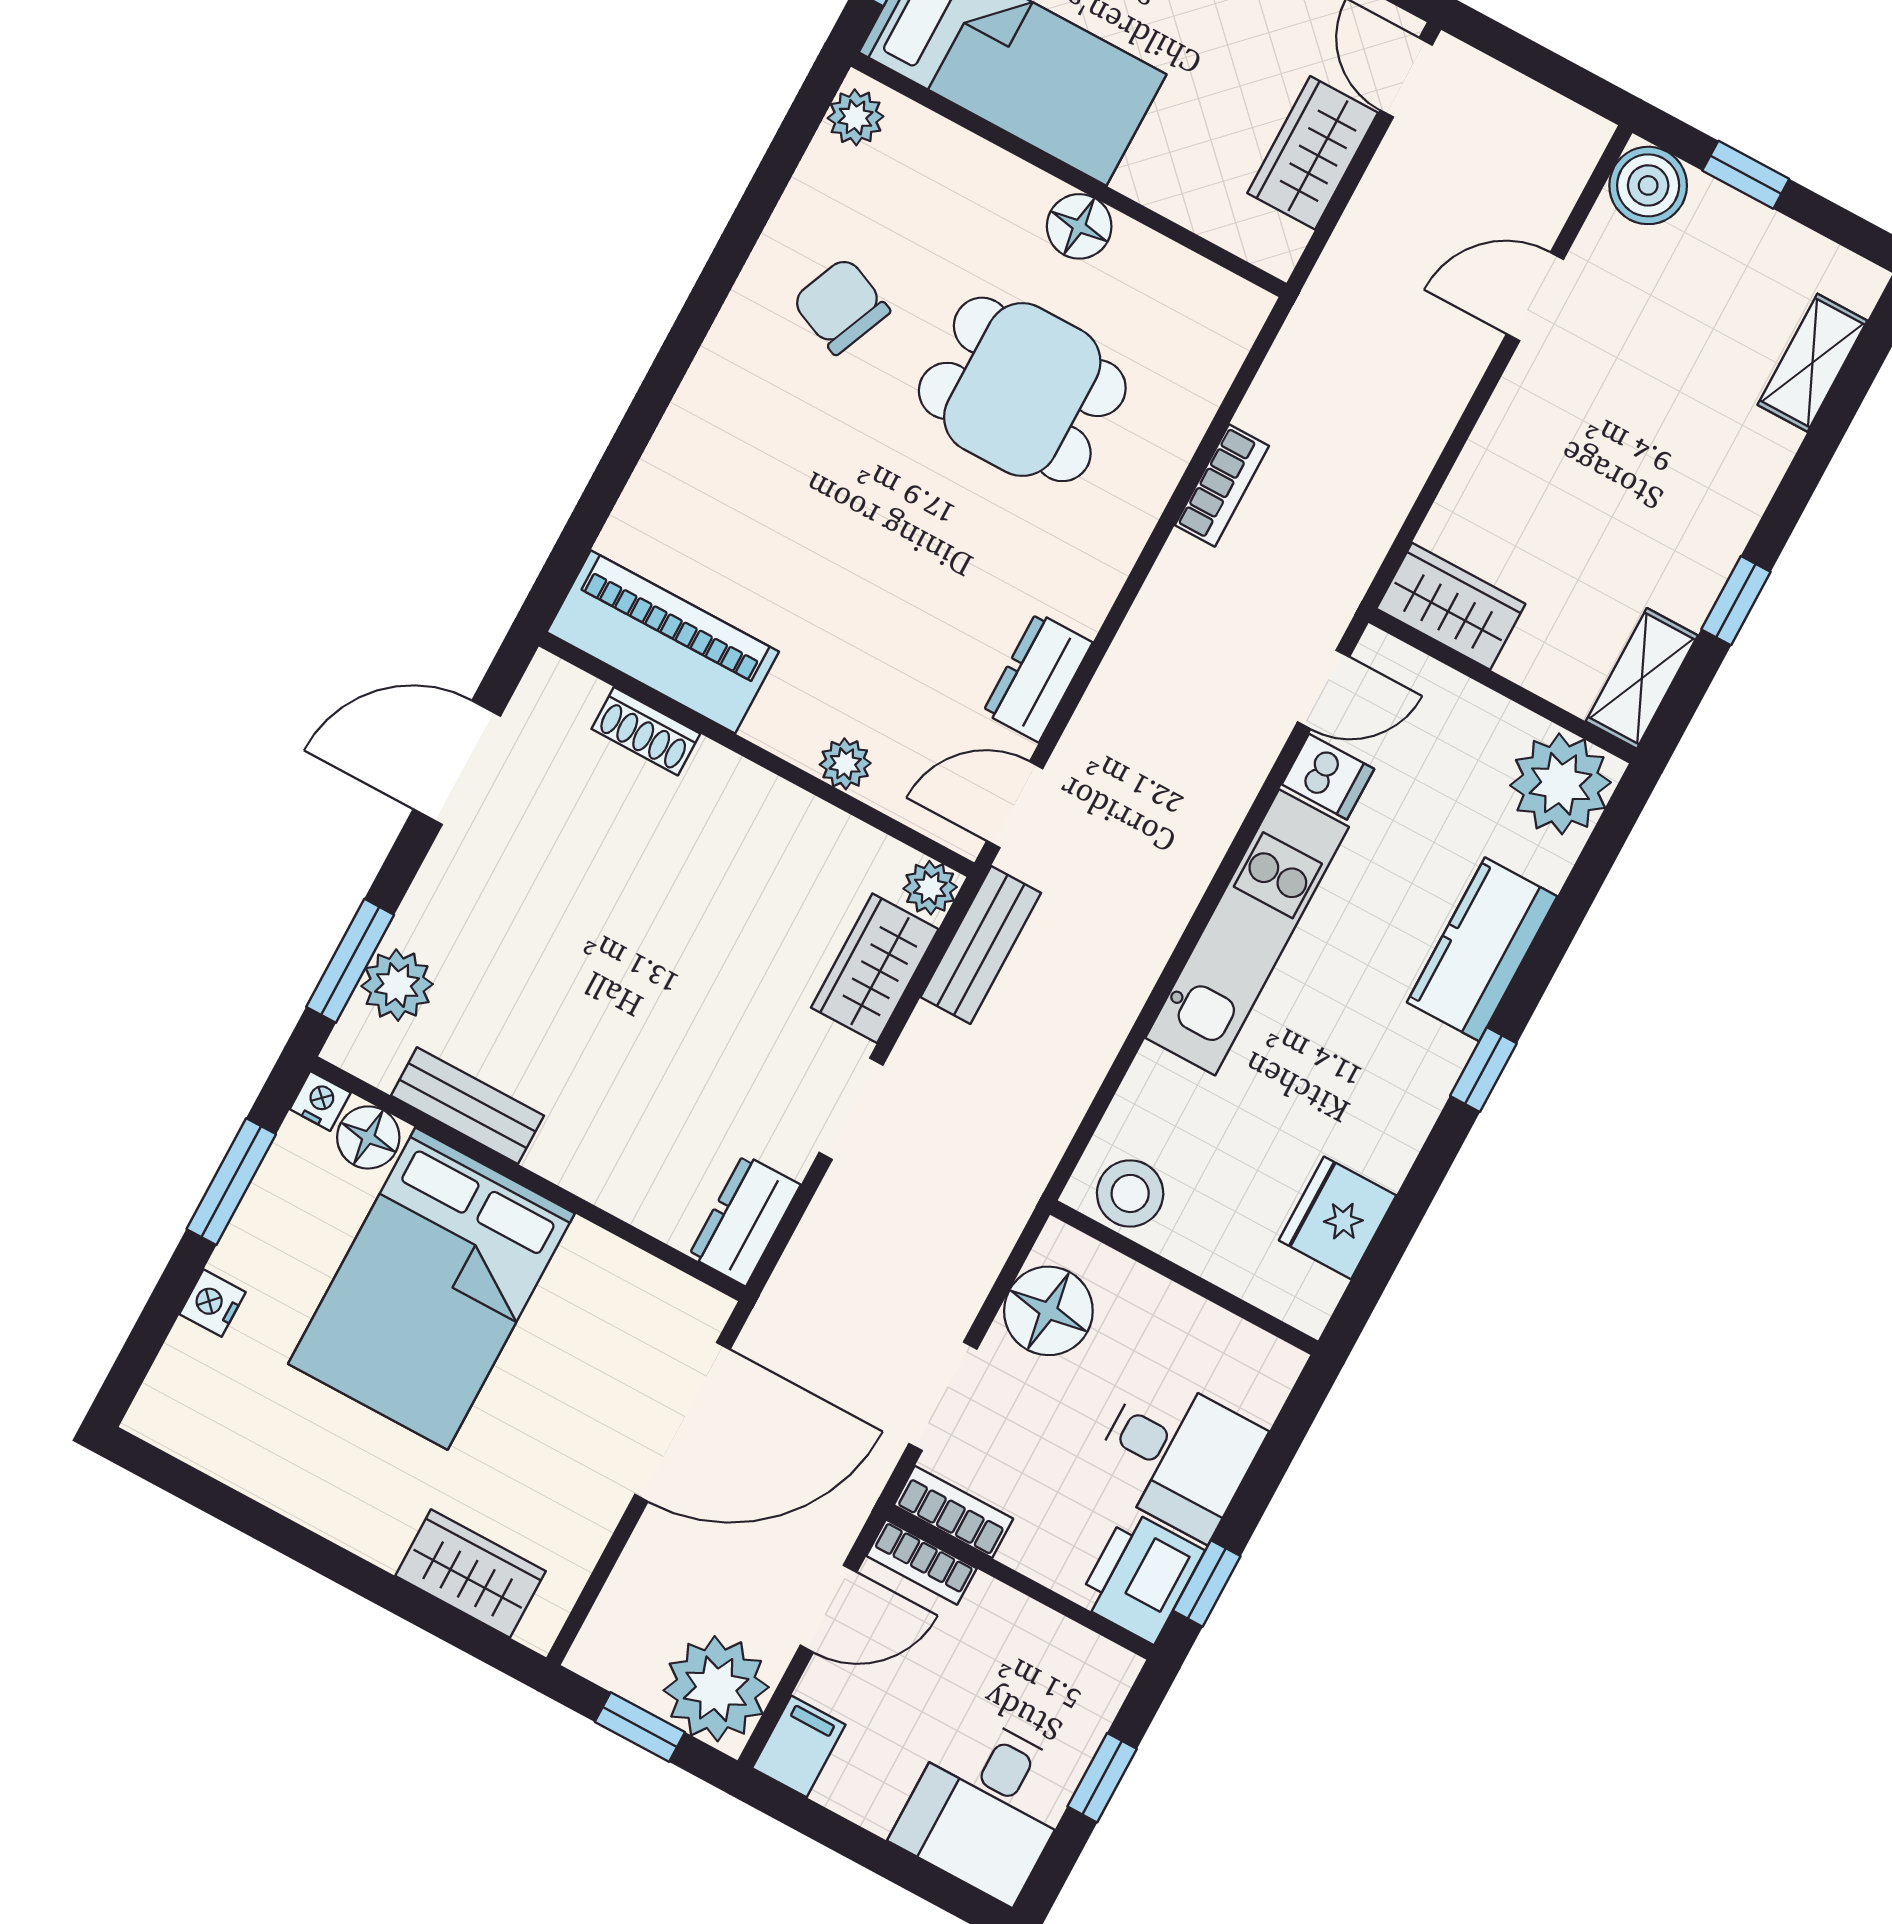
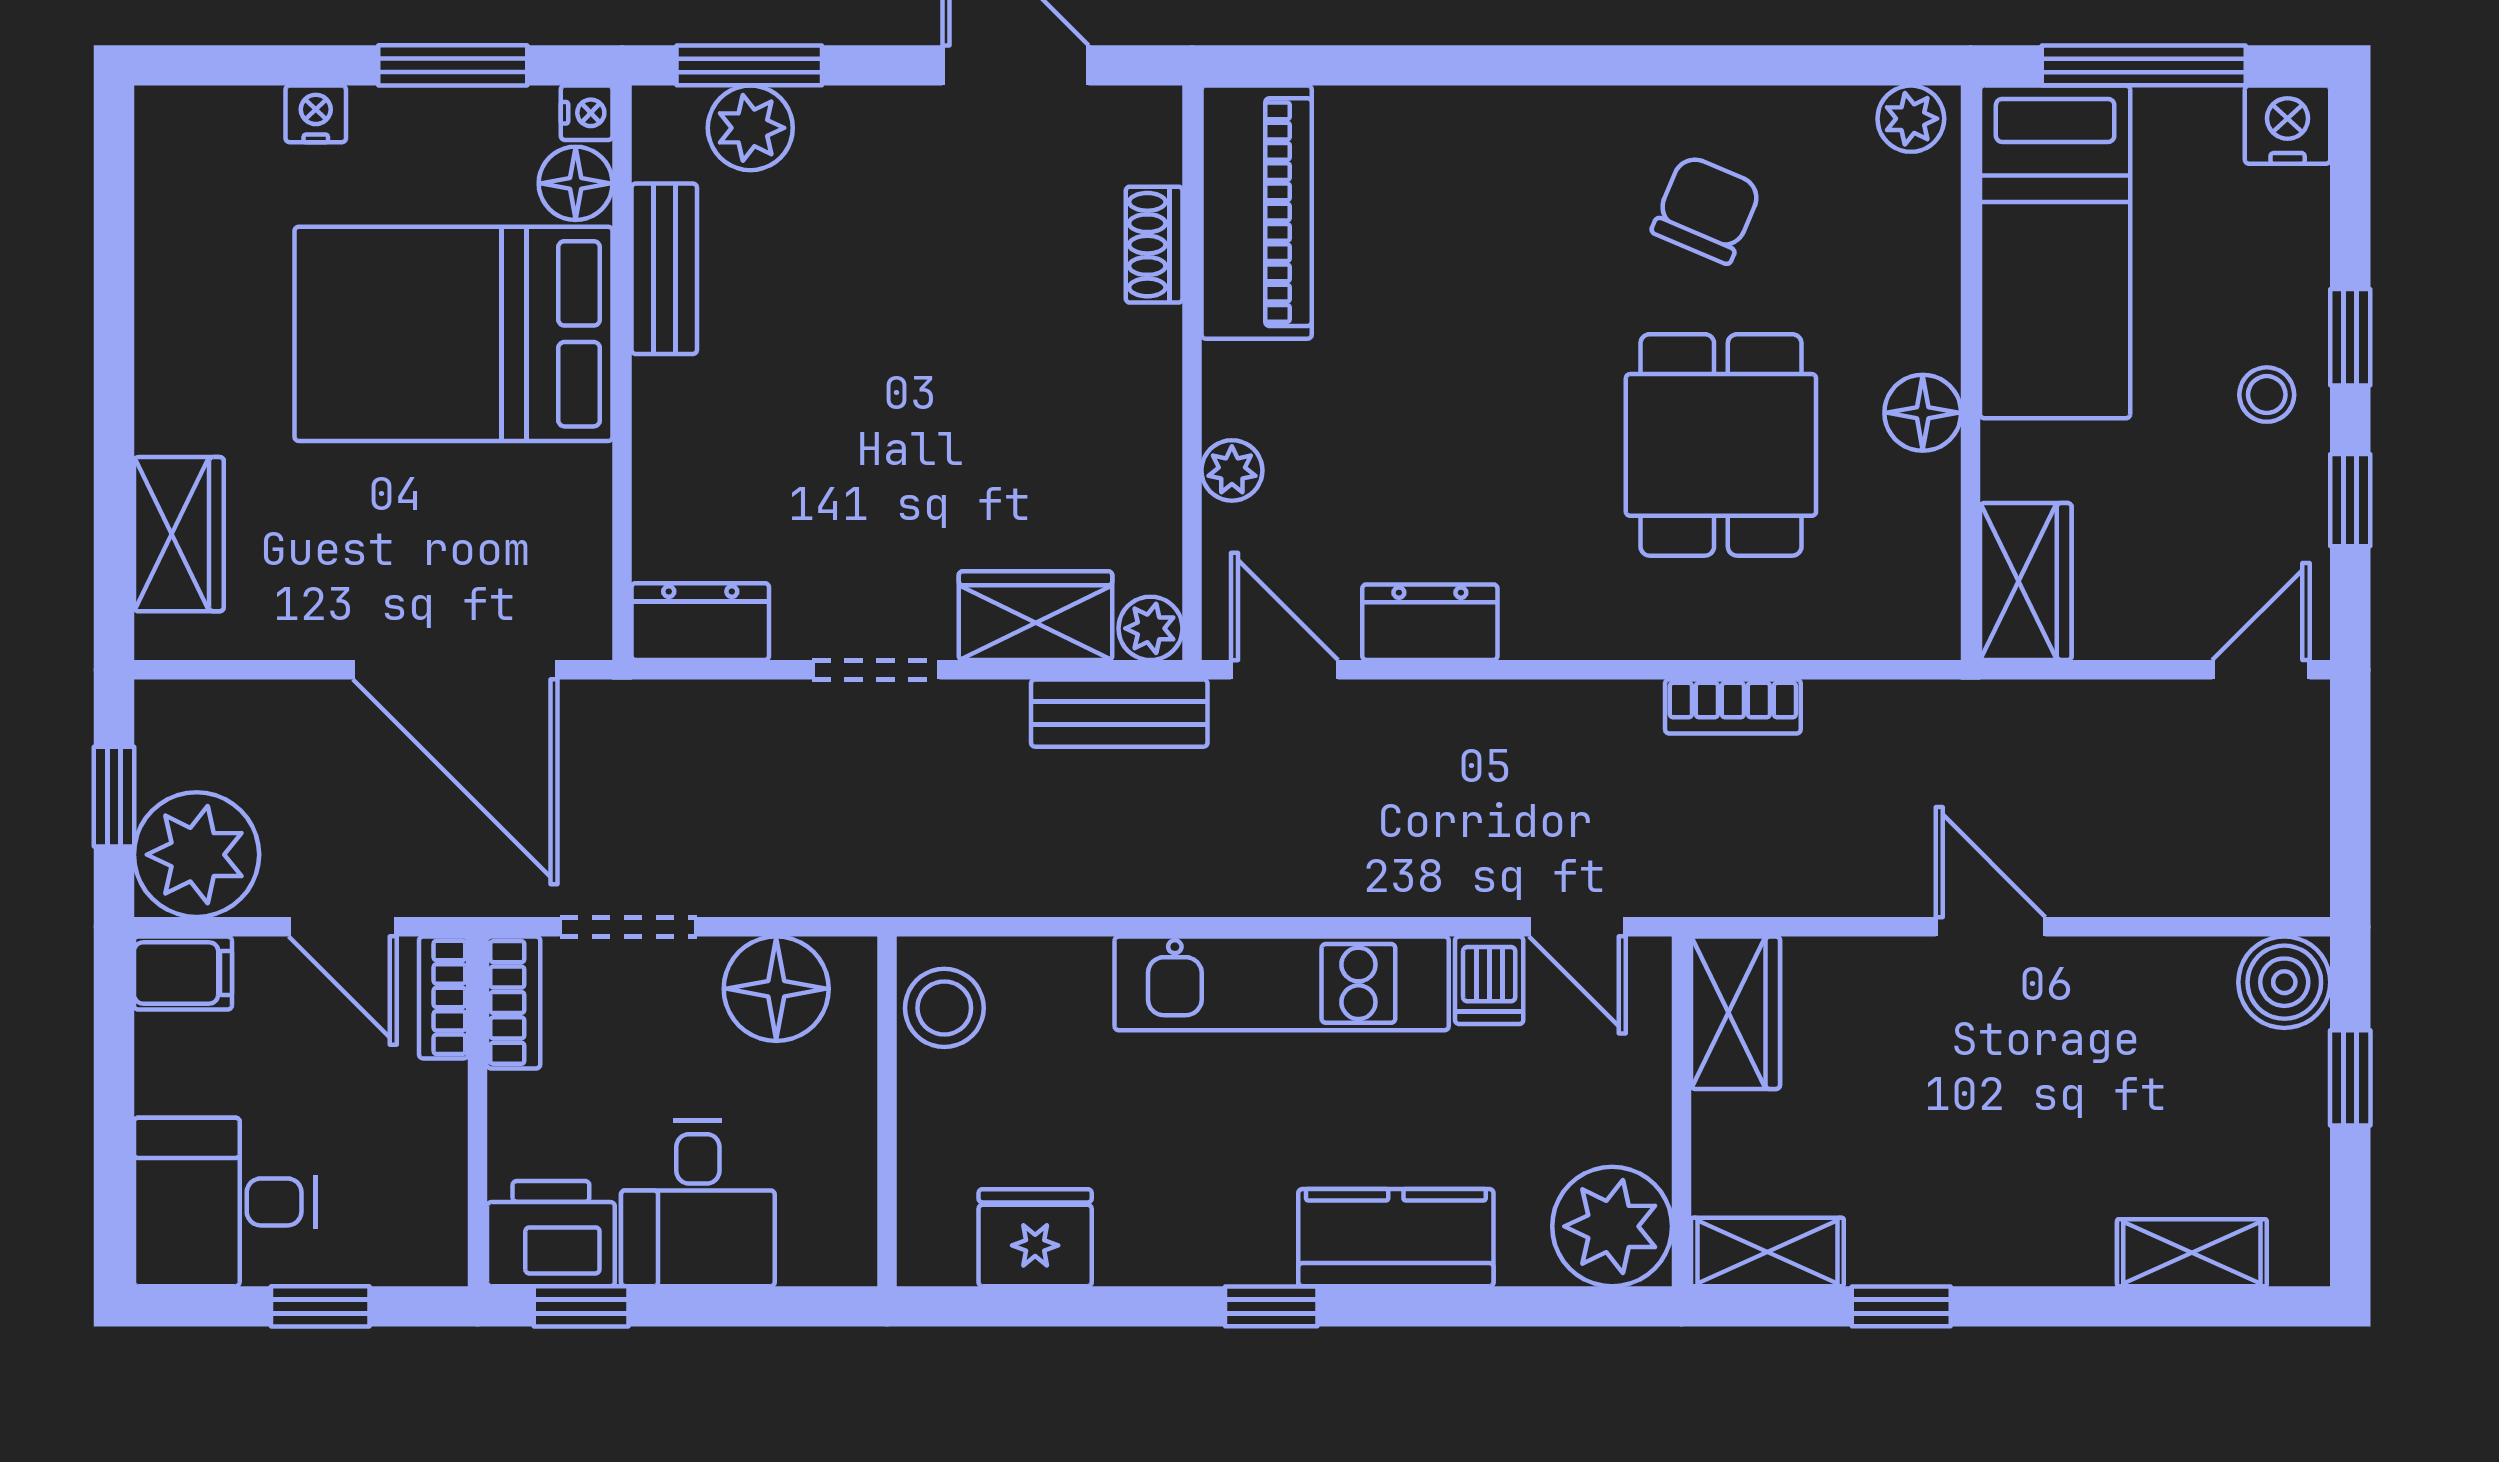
wardrobe: (1313, 153) -> (2026, 581), moved, turned 90
door: (1535, 297) -> (1991, 927), moved

